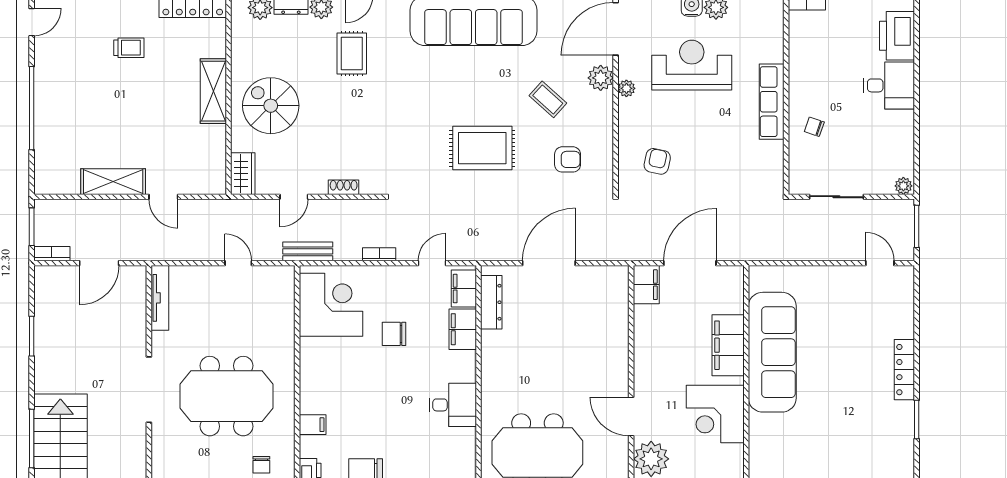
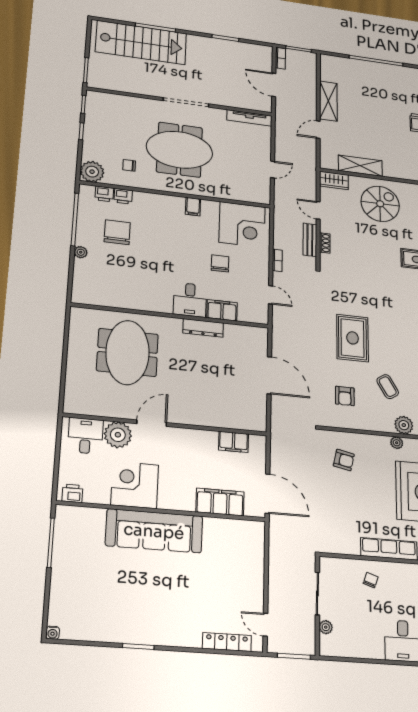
shelving: (213, 91) -> (360, 166), moved
coffee table: (548, 99) -> (388, 387), turned -73
plant: (903, 186) -> (326, 627), moved
bench: (308, 251) -> (310, 240), moved
door: (690, 263) -> (267, 494), moved
door: (880, 263) -> (265, 625), swing flipped
filing cabinet: (646, 285) -> (234, 442), moved
filing cabinet: (464, 289) -> (252, 314), removed
dresser: (491, 302) -> (203, 328), moved
filing cabinet: (728, 345) -> (220, 502), moved
sofa: (772, 352) -> (154, 531), moved
locker: (904, 370) -> (227, 642), moved
meeting table: (227, 396) -> (179, 150), turned 90
desk: (453, 405) -> (190, 300), moved
corner desk: (715, 414) -> (135, 485), moved
filing cabinet: (313, 425) -> (193, 207), moved

